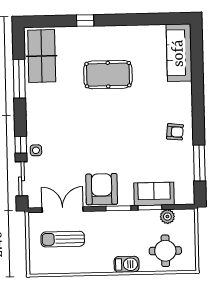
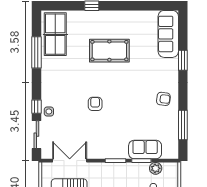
window: (198, 84) -> (183, 60), added
armchair: (102, 189) -> (95, 104), moved, width x0.53, depth x0.53

